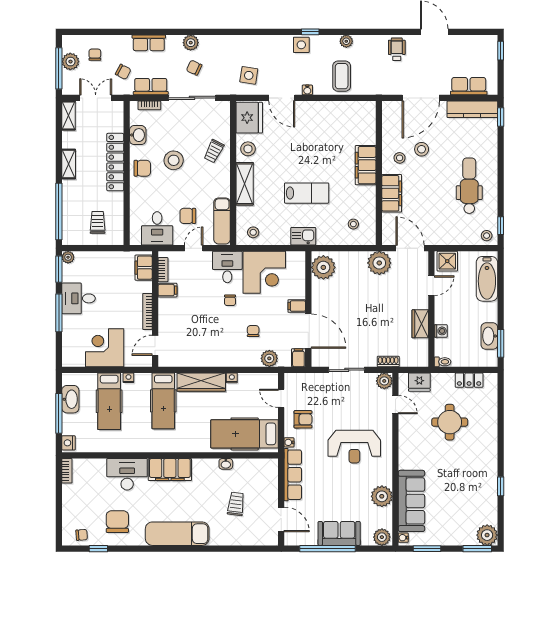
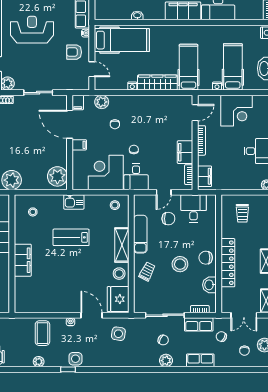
exam couch: (222, 221) -> (140, 234), moved
filing cabinet: (167, 290) -> (185, 152), width x2.00

